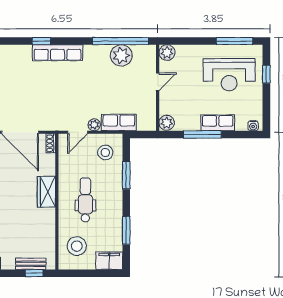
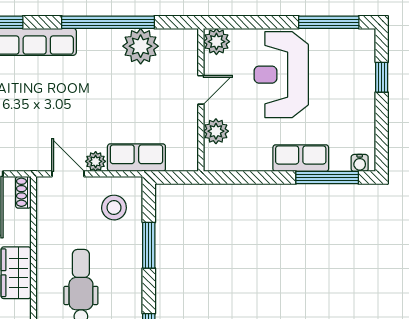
window: (120, 41) -> (108, 22), moved
reception desk: (229, 75) -> (281, 75), moved, turned 90
plant: (167, 123) -> (216, 131), moved
door: (78, 132) -> (68, 174), swing flipped
window: (202, 134) -> (327, 178), moved

